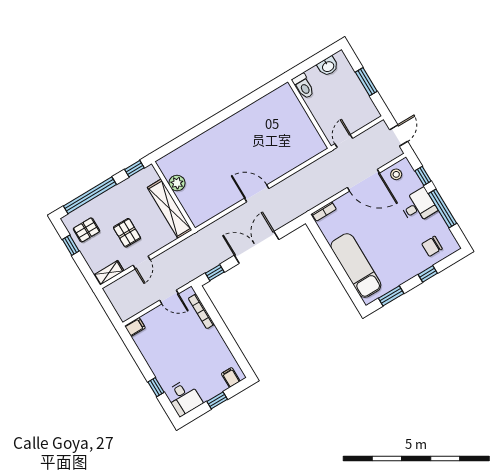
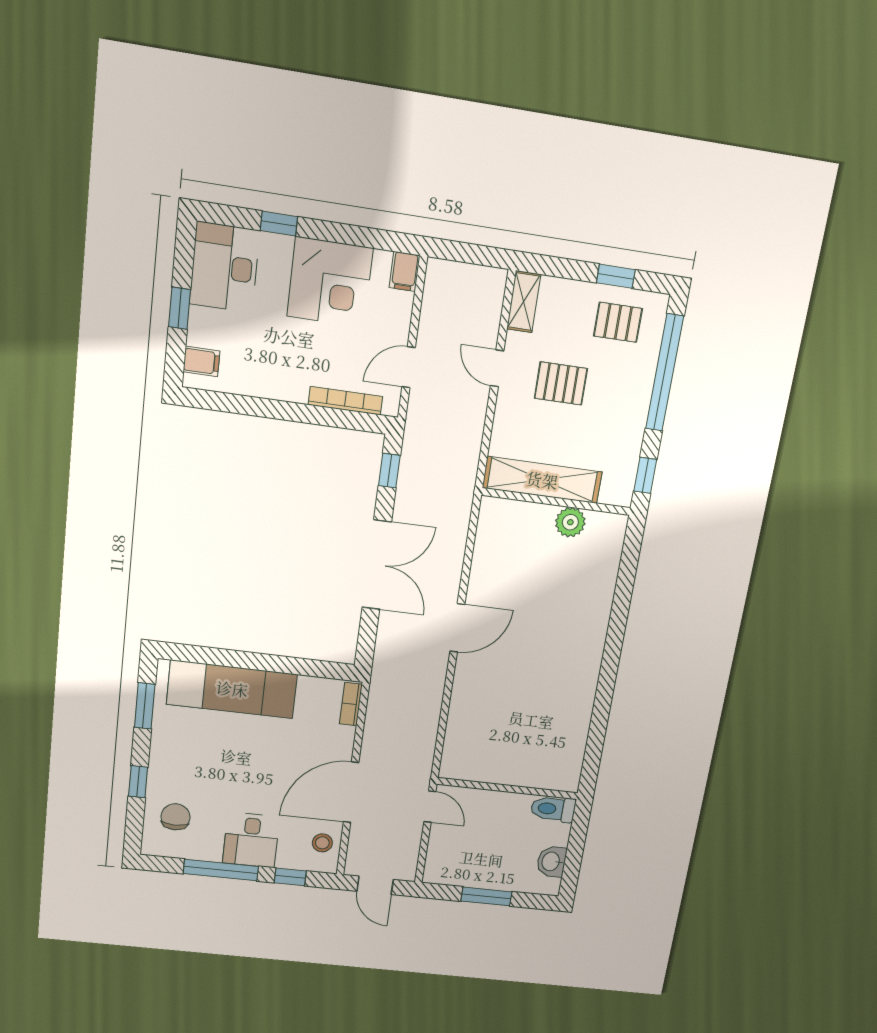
pallet: (86, 230) -> (618, 322), turned 90
corner desk: (162, 352) -> (330, 282), added
desk: (184, 398) -> (225, 267), width x1.37

